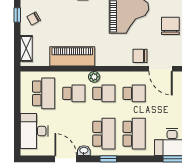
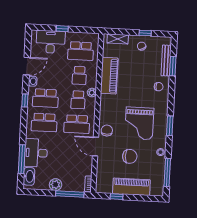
door: (161, 69) -> (96, 147), hinge flipped
school desk: (134, 93) -> (77, 124), width x1.85
window: (17, 118) -> (62, 29), added

